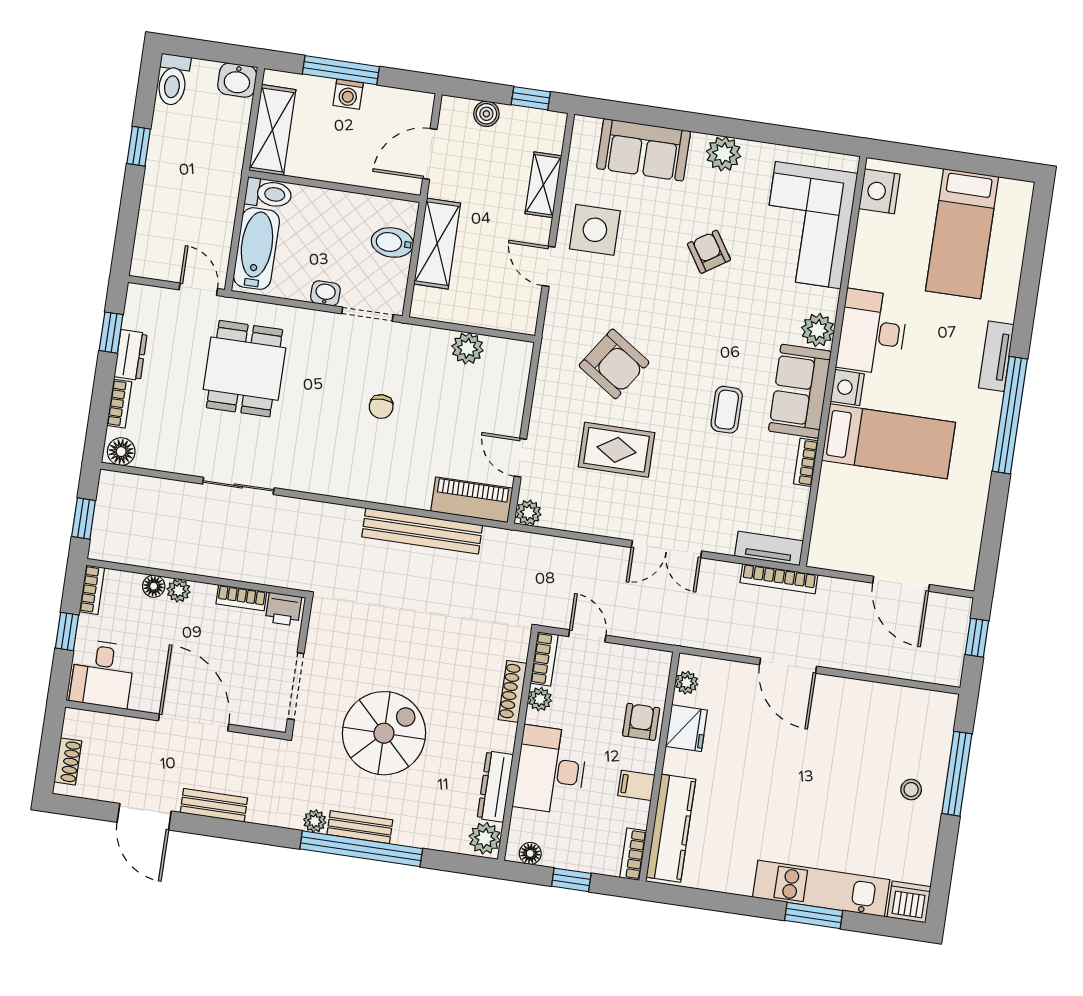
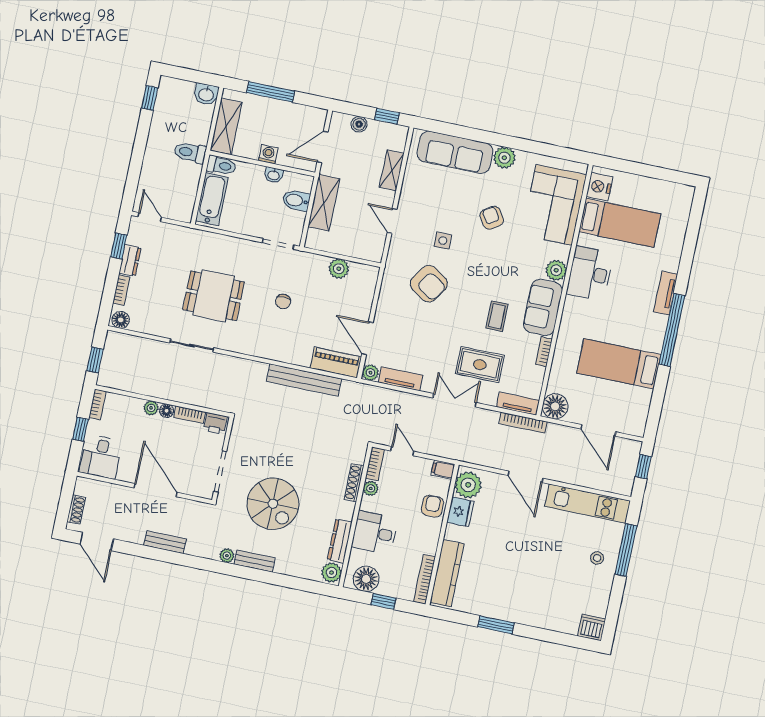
toilet: (173, 80) -> (190, 152), moved, turned 90
washing machine: (348, 94) -> (268, 154), moved, turned 180
window: (139, 146) -> (150, 98), moved
sofa: (644, 150) -> (455, 152), width x1.36
side table: (595, 230) -> (443, 241), moved, width x0.54, depth x0.54
bed: (962, 234) -> (620, 223), moved, turned -90
door: (198, 289) -> (150, 217), moved
washbasin: (325, 293) -> (274, 175), moved, turned 180
dining table: (244, 369) -> (214, 296), moved, turned 90
nightstand: (847, 388) -> (572, 307), removed
bed: (889, 441) -> (619, 364), moved, turned 180
rug: (617, 450) -> (480, 365), moved
door: (520, 458) -> (367, 338), width x1.38
tv unit: (577, 520) -> (400, 379), added
double door: (667, 549) -> (455, 400), swing flipped
floor lamp: (829, 549) -> (555, 406), added
floor lamp: (154, 586) -> (166, 411), moved
plant: (687, 683) -> (468, 485), width x1.87, depth x1.87
spiral stairs: (384, 733) -> (273, 504), turned 90
desk: (550, 770) -> (375, 533), width x0.73
filing cabinet: (636, 785) -> (443, 470), moved
door: (144, 817) -> (97, 541), moved
window: (361, 849) -> (255, 574), removed
floor lamp: (530, 853) -> (366, 579), width x1.89, depth x1.89
bookcase: (633, 854) -> (424, 579), width x1.56
kitchen unit: (821, 888) -> (588, 504), moved, turned 180
window: (814, 916) -> (496, 625), moved

